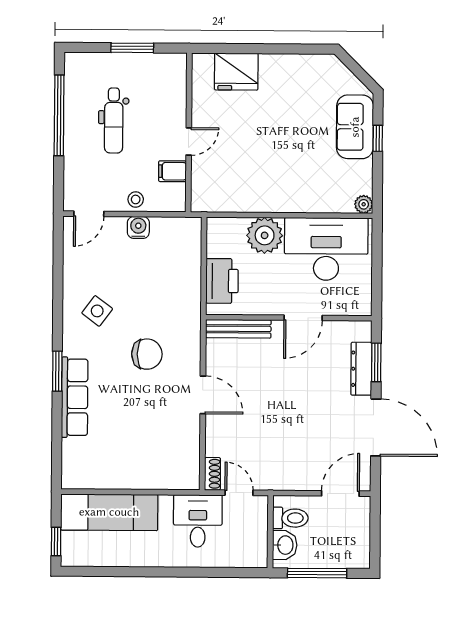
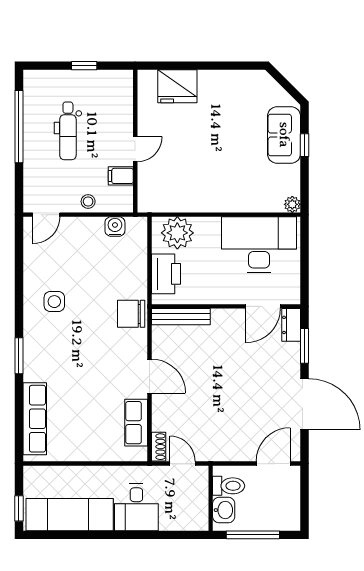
window: (132, 48) -> (84, 66), width x0.67
water cooler: (138, 227) -> (115, 226), moved
plant: (265, 235) -> (177, 233), moved
side table: (97, 311) -> (54, 302), turned -37
door: (303, 318) -> (263, 306), moved
chair: (147, 354) -> (131, 314), moved, turned 180
dresser: (361, 369) -> (291, 325), moved, width x0.70
row of seats: (75, 397) -> (35, 419), moved
row of seats: (188, 447) -> (136, 423), added
exam couch: (109, 512) -> (70, 515), moved, turned 180
desk: (198, 521) -> (136, 507), moved, turned 180

